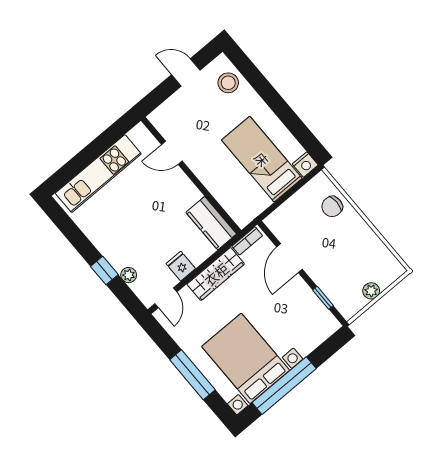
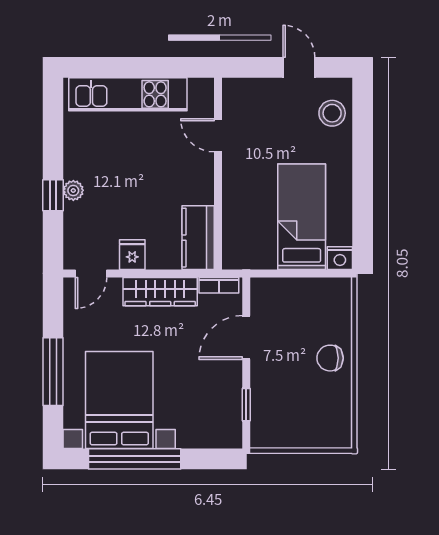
chair: (332, 207) -> (330, 358), moved
plant: (129, 275) -> (73, 190), moved
plant: (371, 291) -> (300, 438), removed

